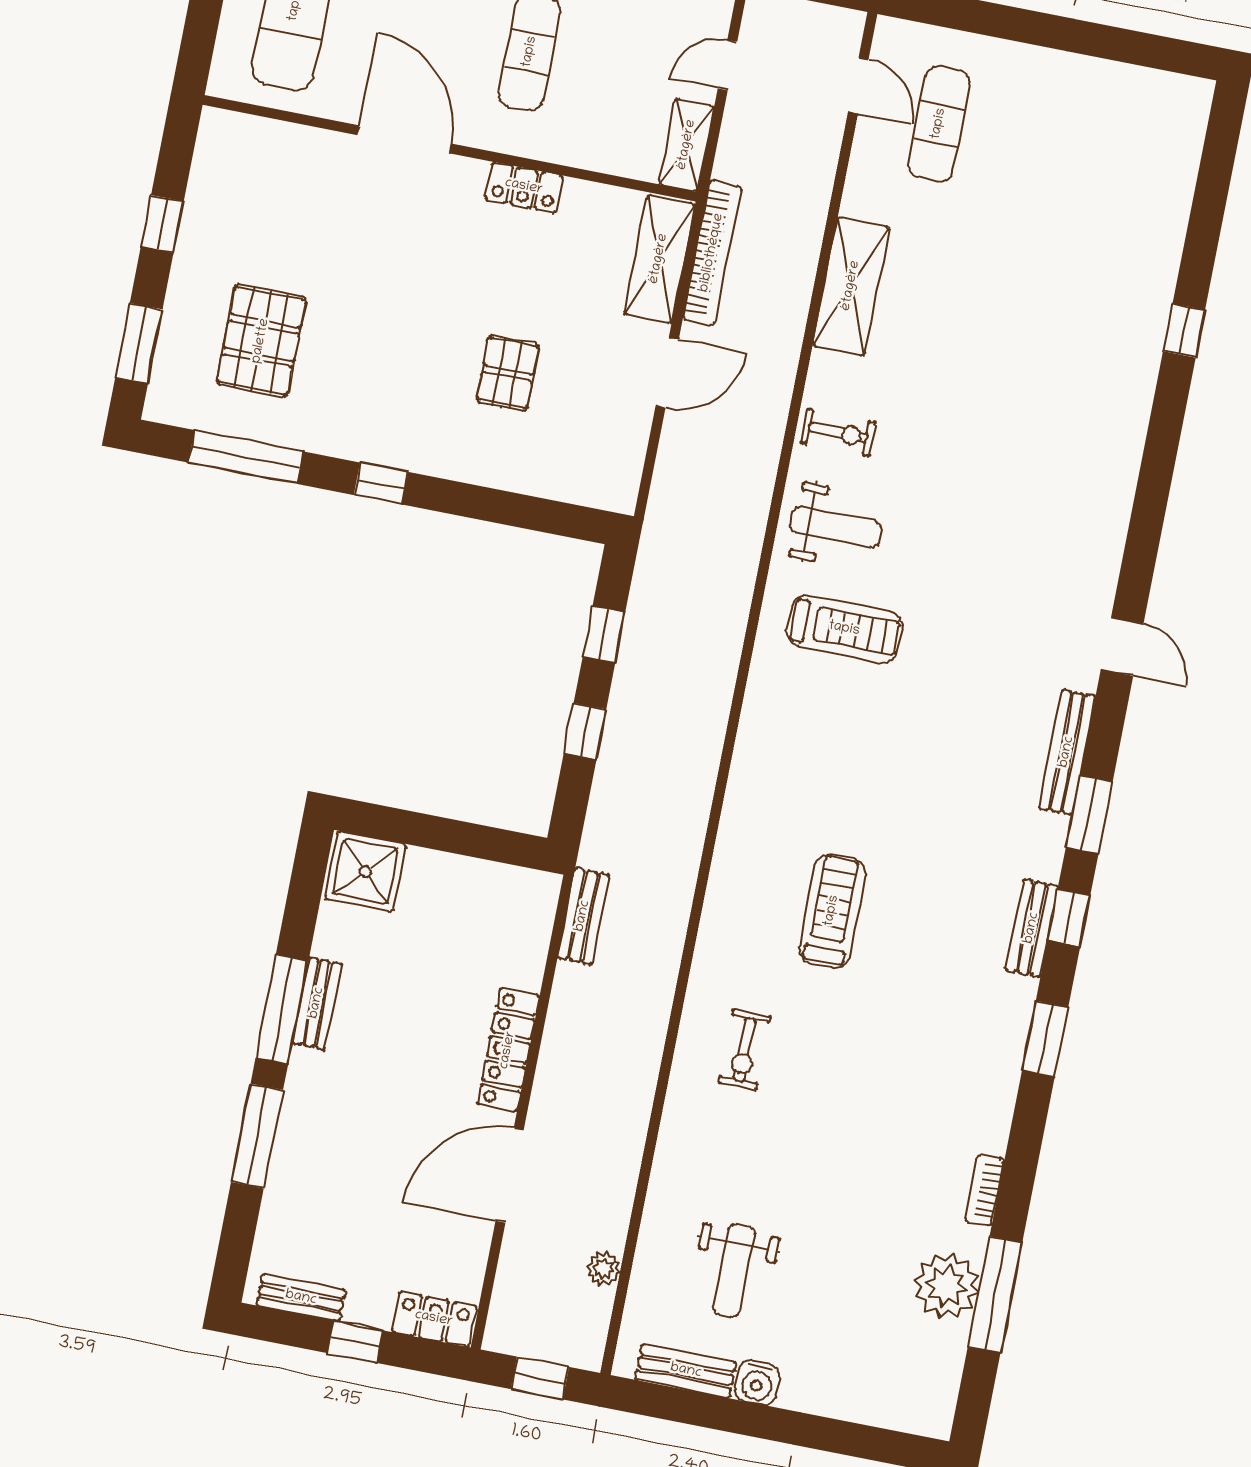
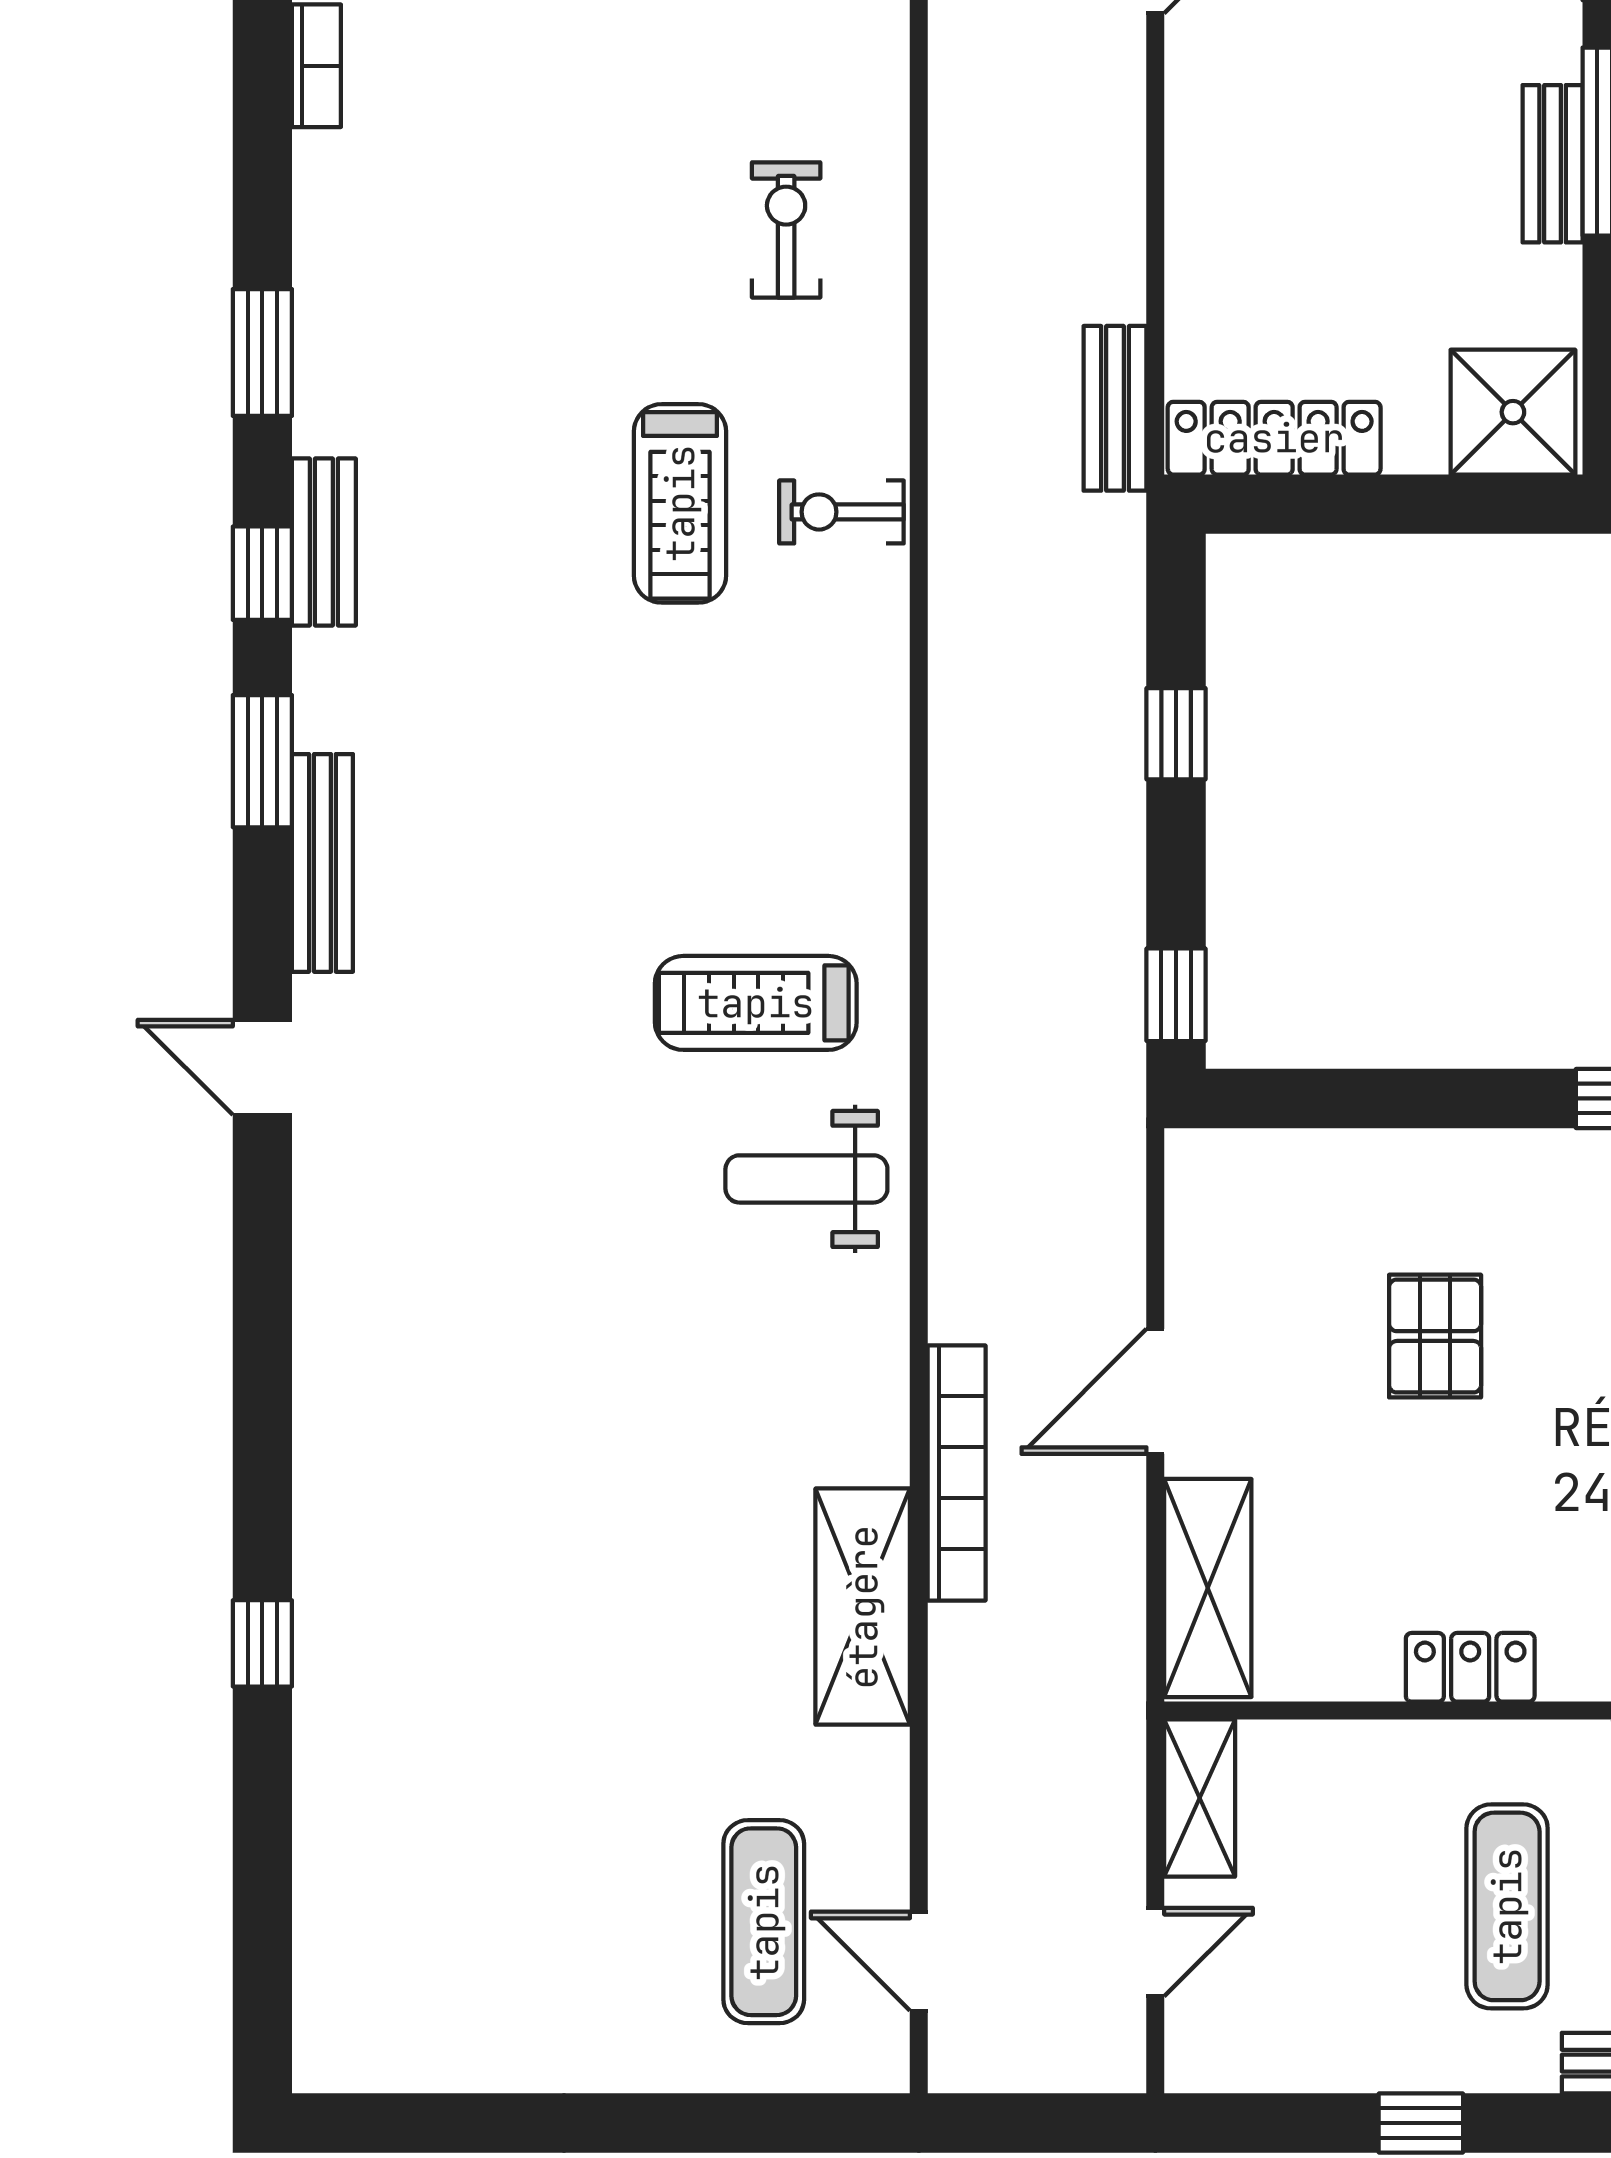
bookcase: (712, 253) -> (957, 1473), moved, turned 180
exercise bike: (838, 433) -> (841, 512), moved
window: (604, 634) -> (1176, 995), moved
locker: (508, 1050) -> (1274, 438), moved, turned -90

